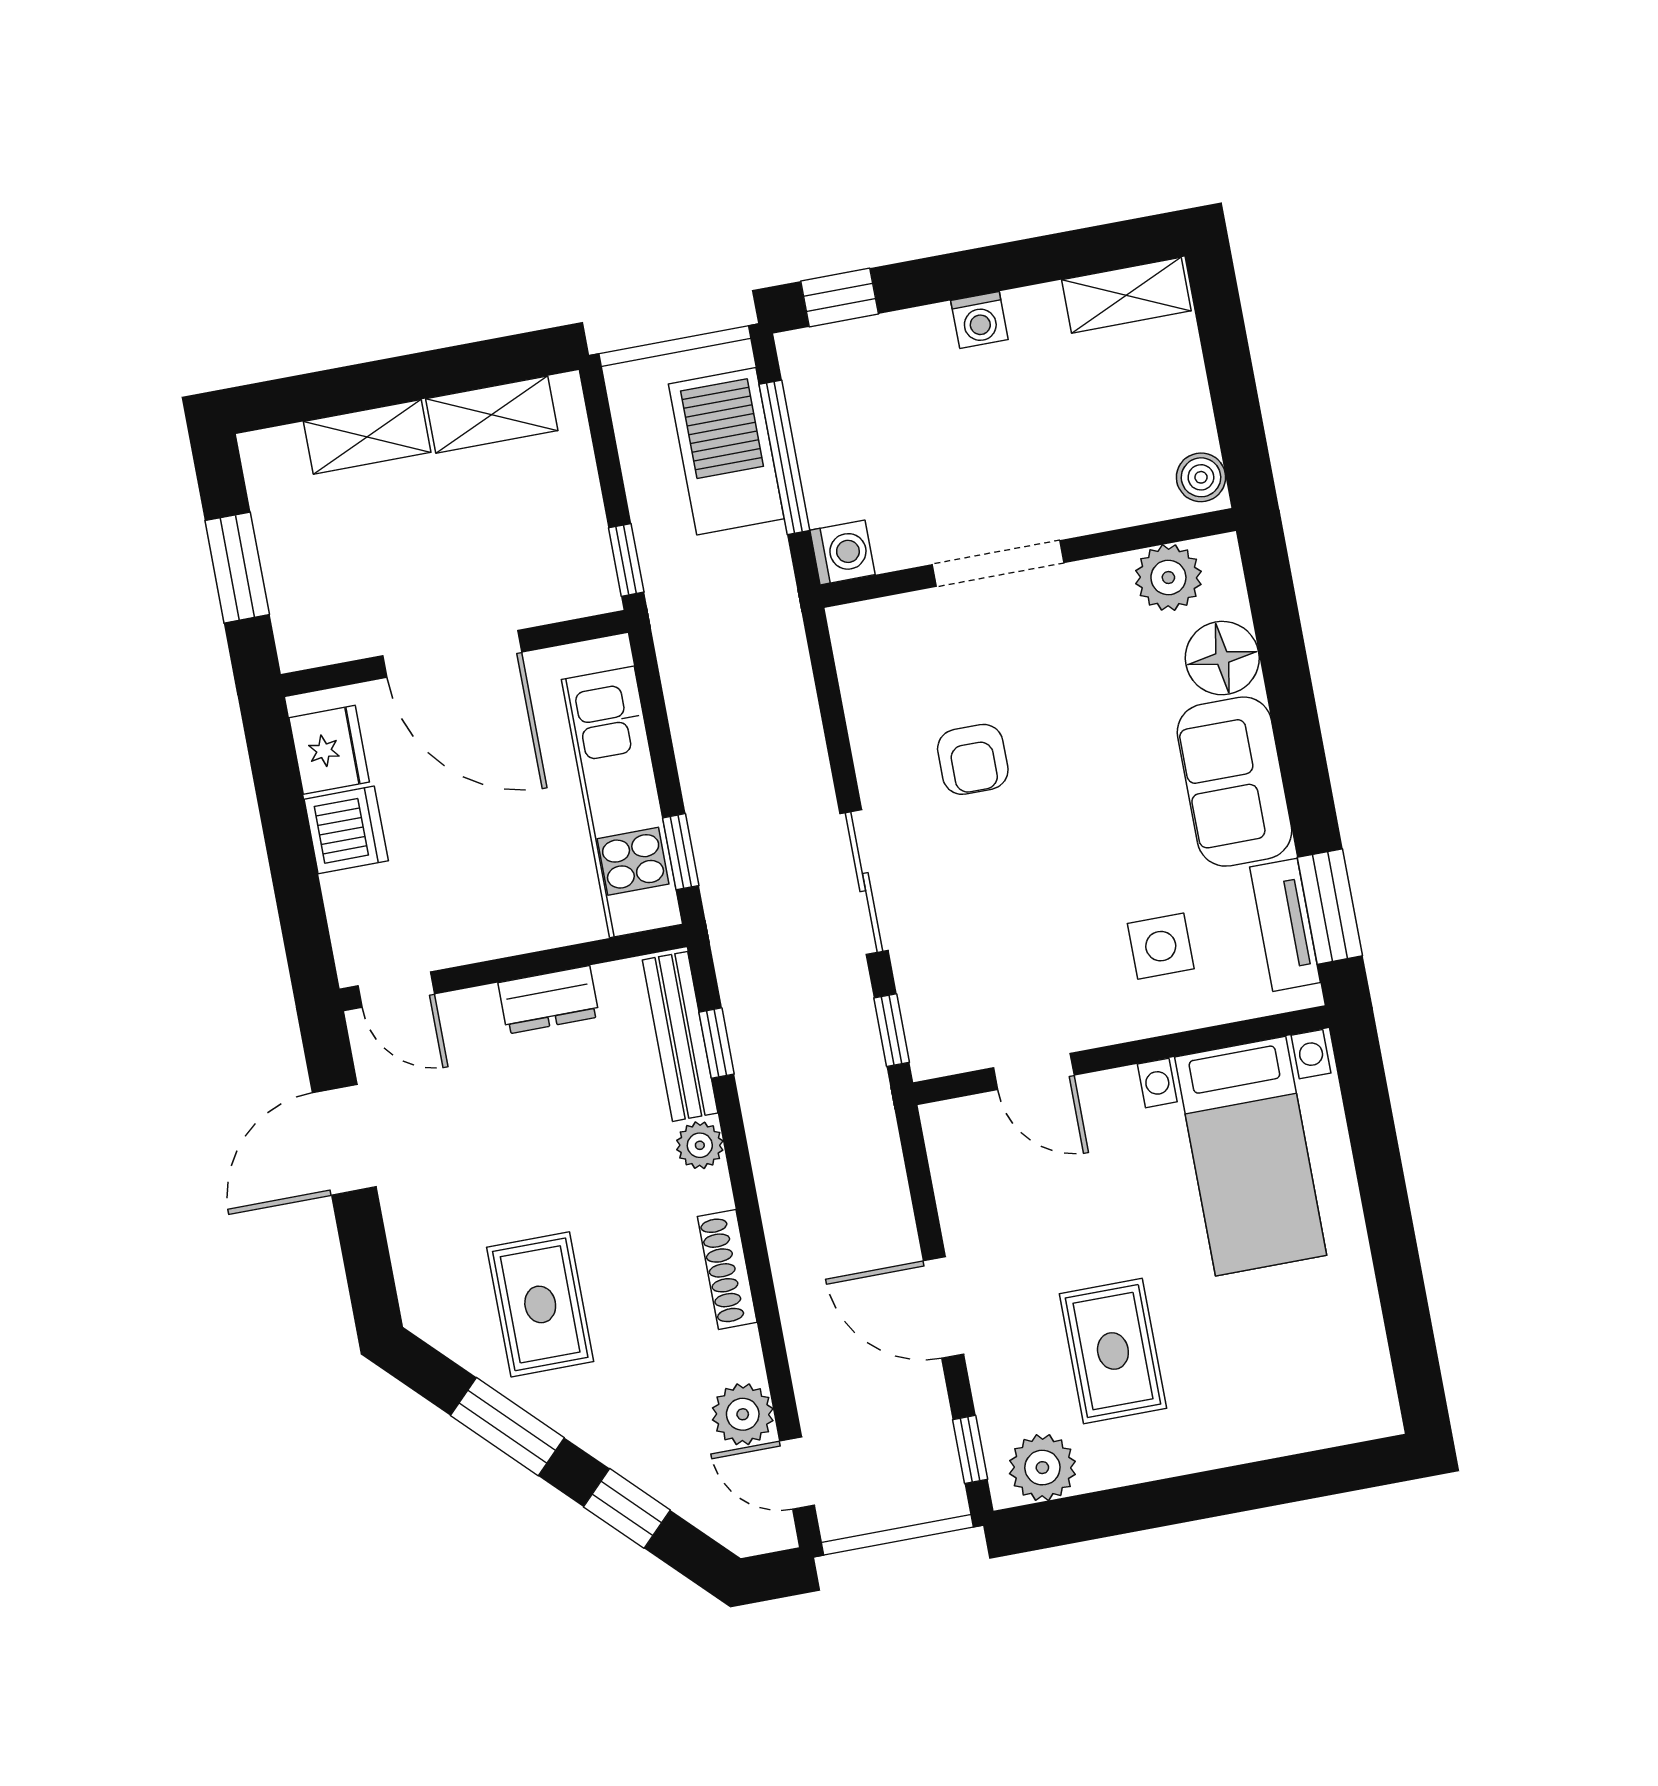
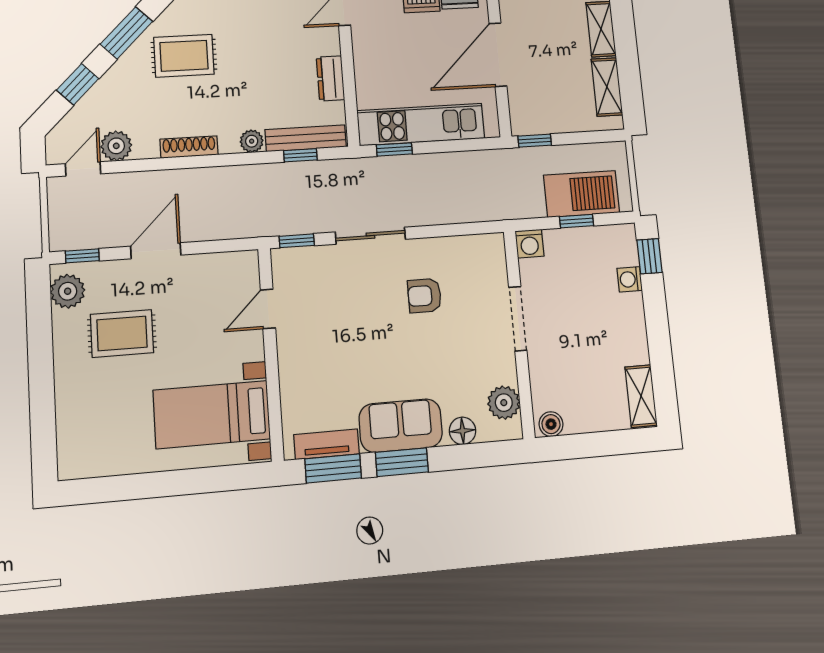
washing machine: (979, 320) -> (630, 279), moved
window: (784, 457) -> (577, 221), width x0.46
floor lamp: (1222, 658) -> (463, 431), width x0.73, depth x0.73
window: (1305, 772) -> (402, 462), added
side table: (1161, 946) -> (323, 380), removed

